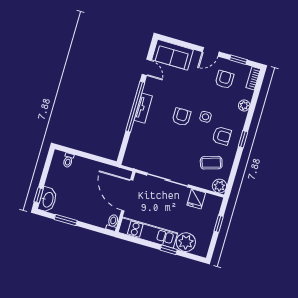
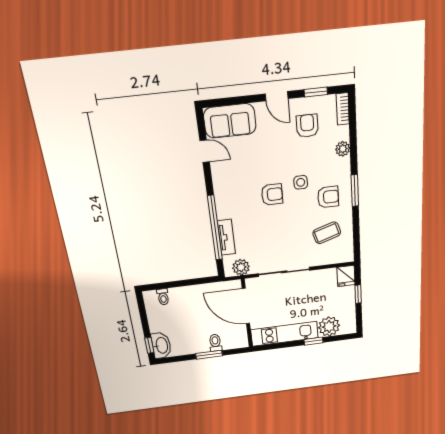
door: (211, 52) -> (277, 96), hinge flipped
window: (135, 107) -> (215, 228), moved
tv unit: (143, 108) -> (226, 237), moved
armchair: (182, 117) -> (272, 194), turned 90
window: (243, 139) -> (355, 190), width x1.50
plant: (219, 186) -> (241, 267), moved
fridge: (196, 199) -> (346, 276), moved
window: (66, 220) -> (209, 355), moved
toilet: (113, 223) -> (215, 343), moved

